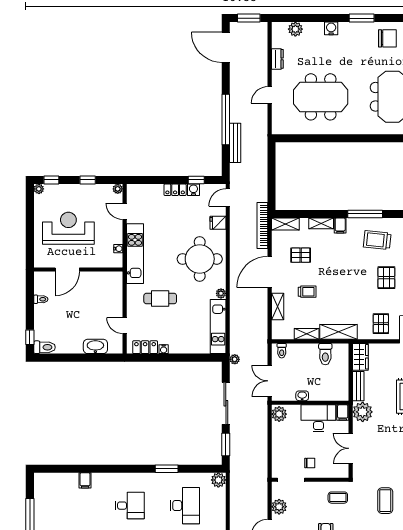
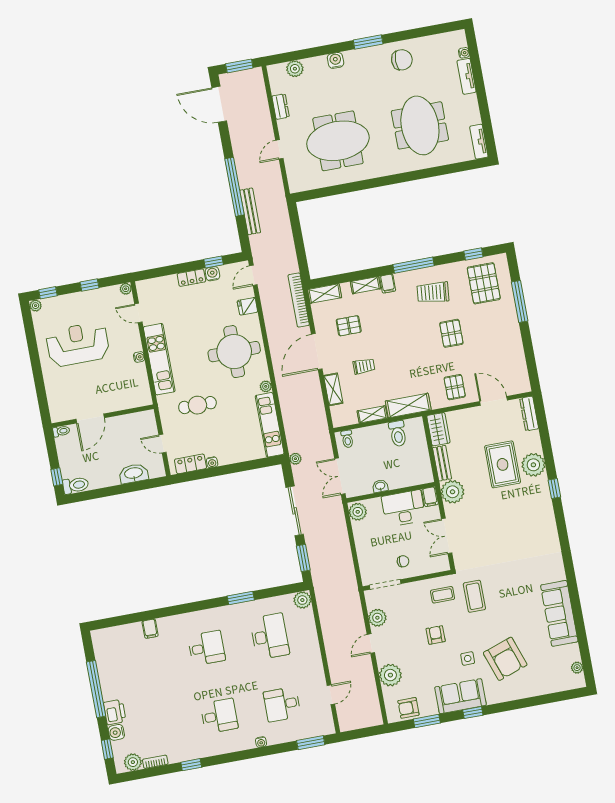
door: (67, 269) -> (90, 418), moved
wall: (78, 269) -> (103, 416), moved
coffee table: (385, 501) -> (474, 596), moved

